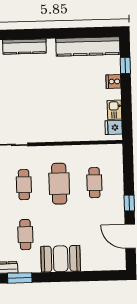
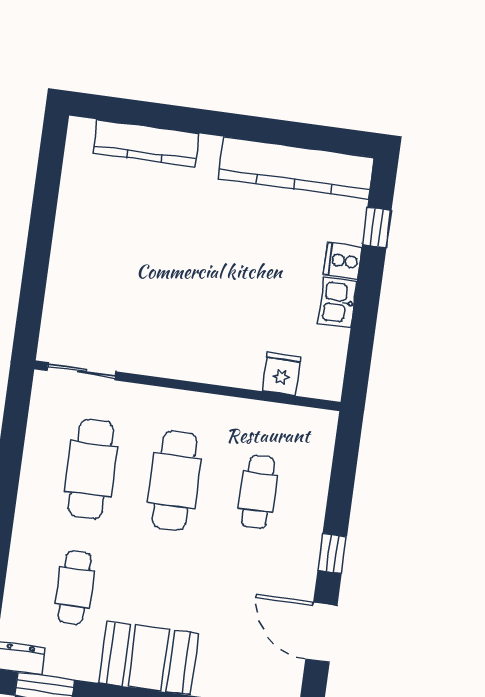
kitchen sink: (114, 110) -> (337, 302), moved
fridge: (114, 127) -> (282, 374), moved, turned 90
cafe table: (24, 185) -> (91, 469), width x1.37, depth x1.35

